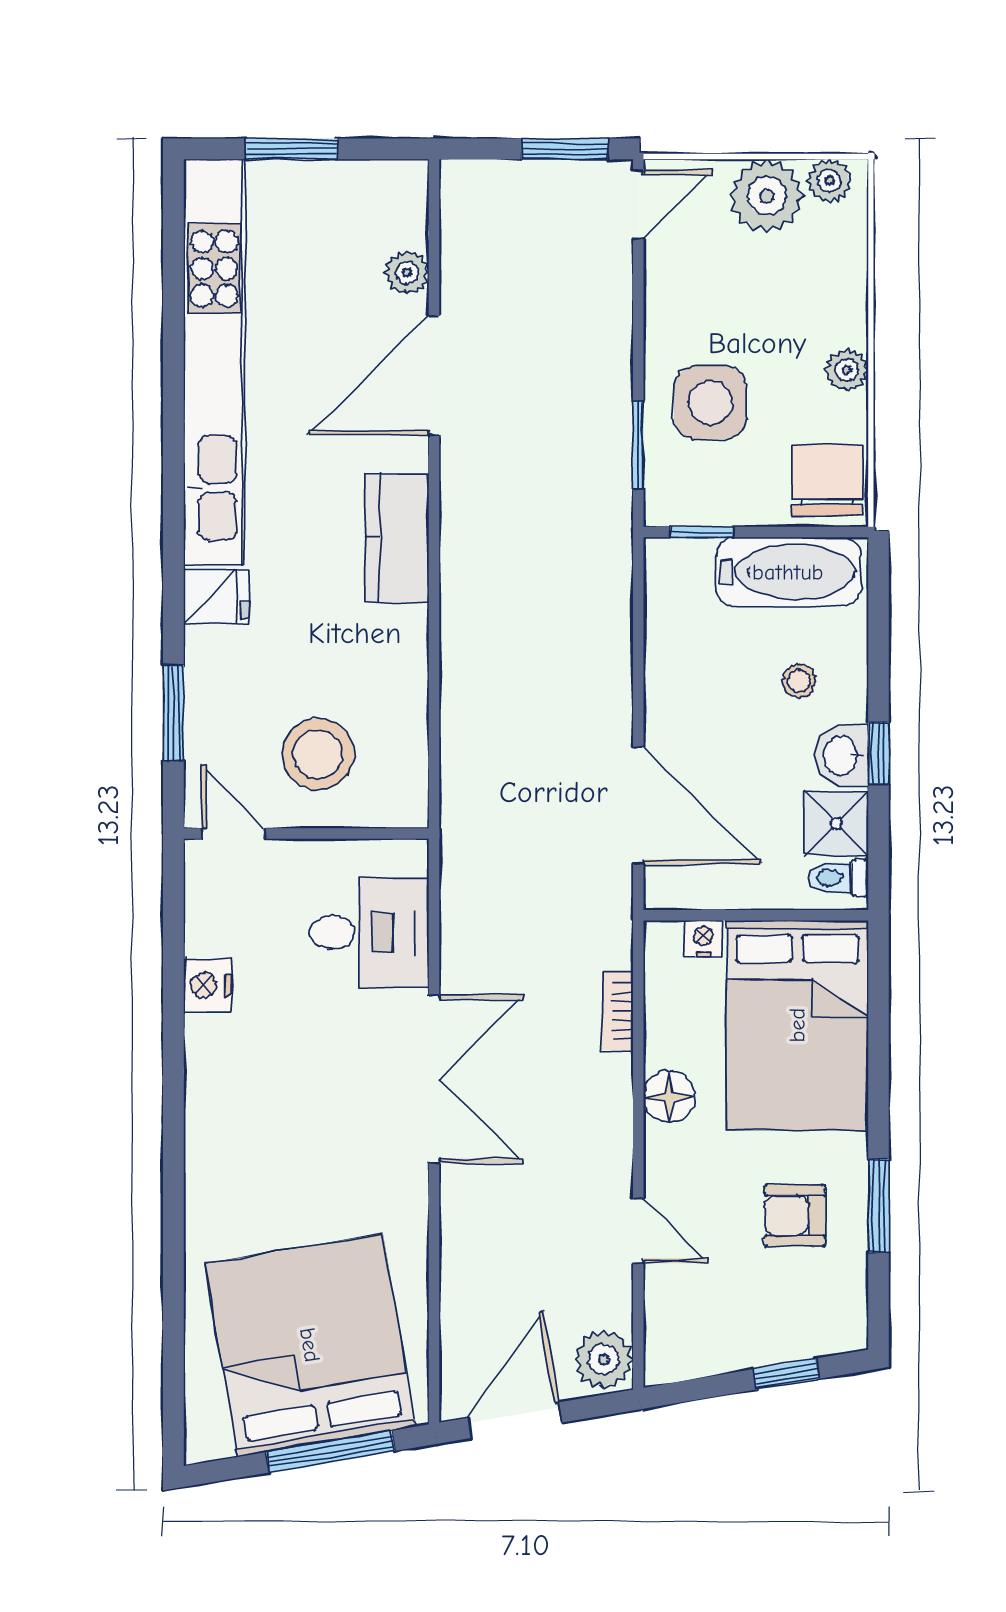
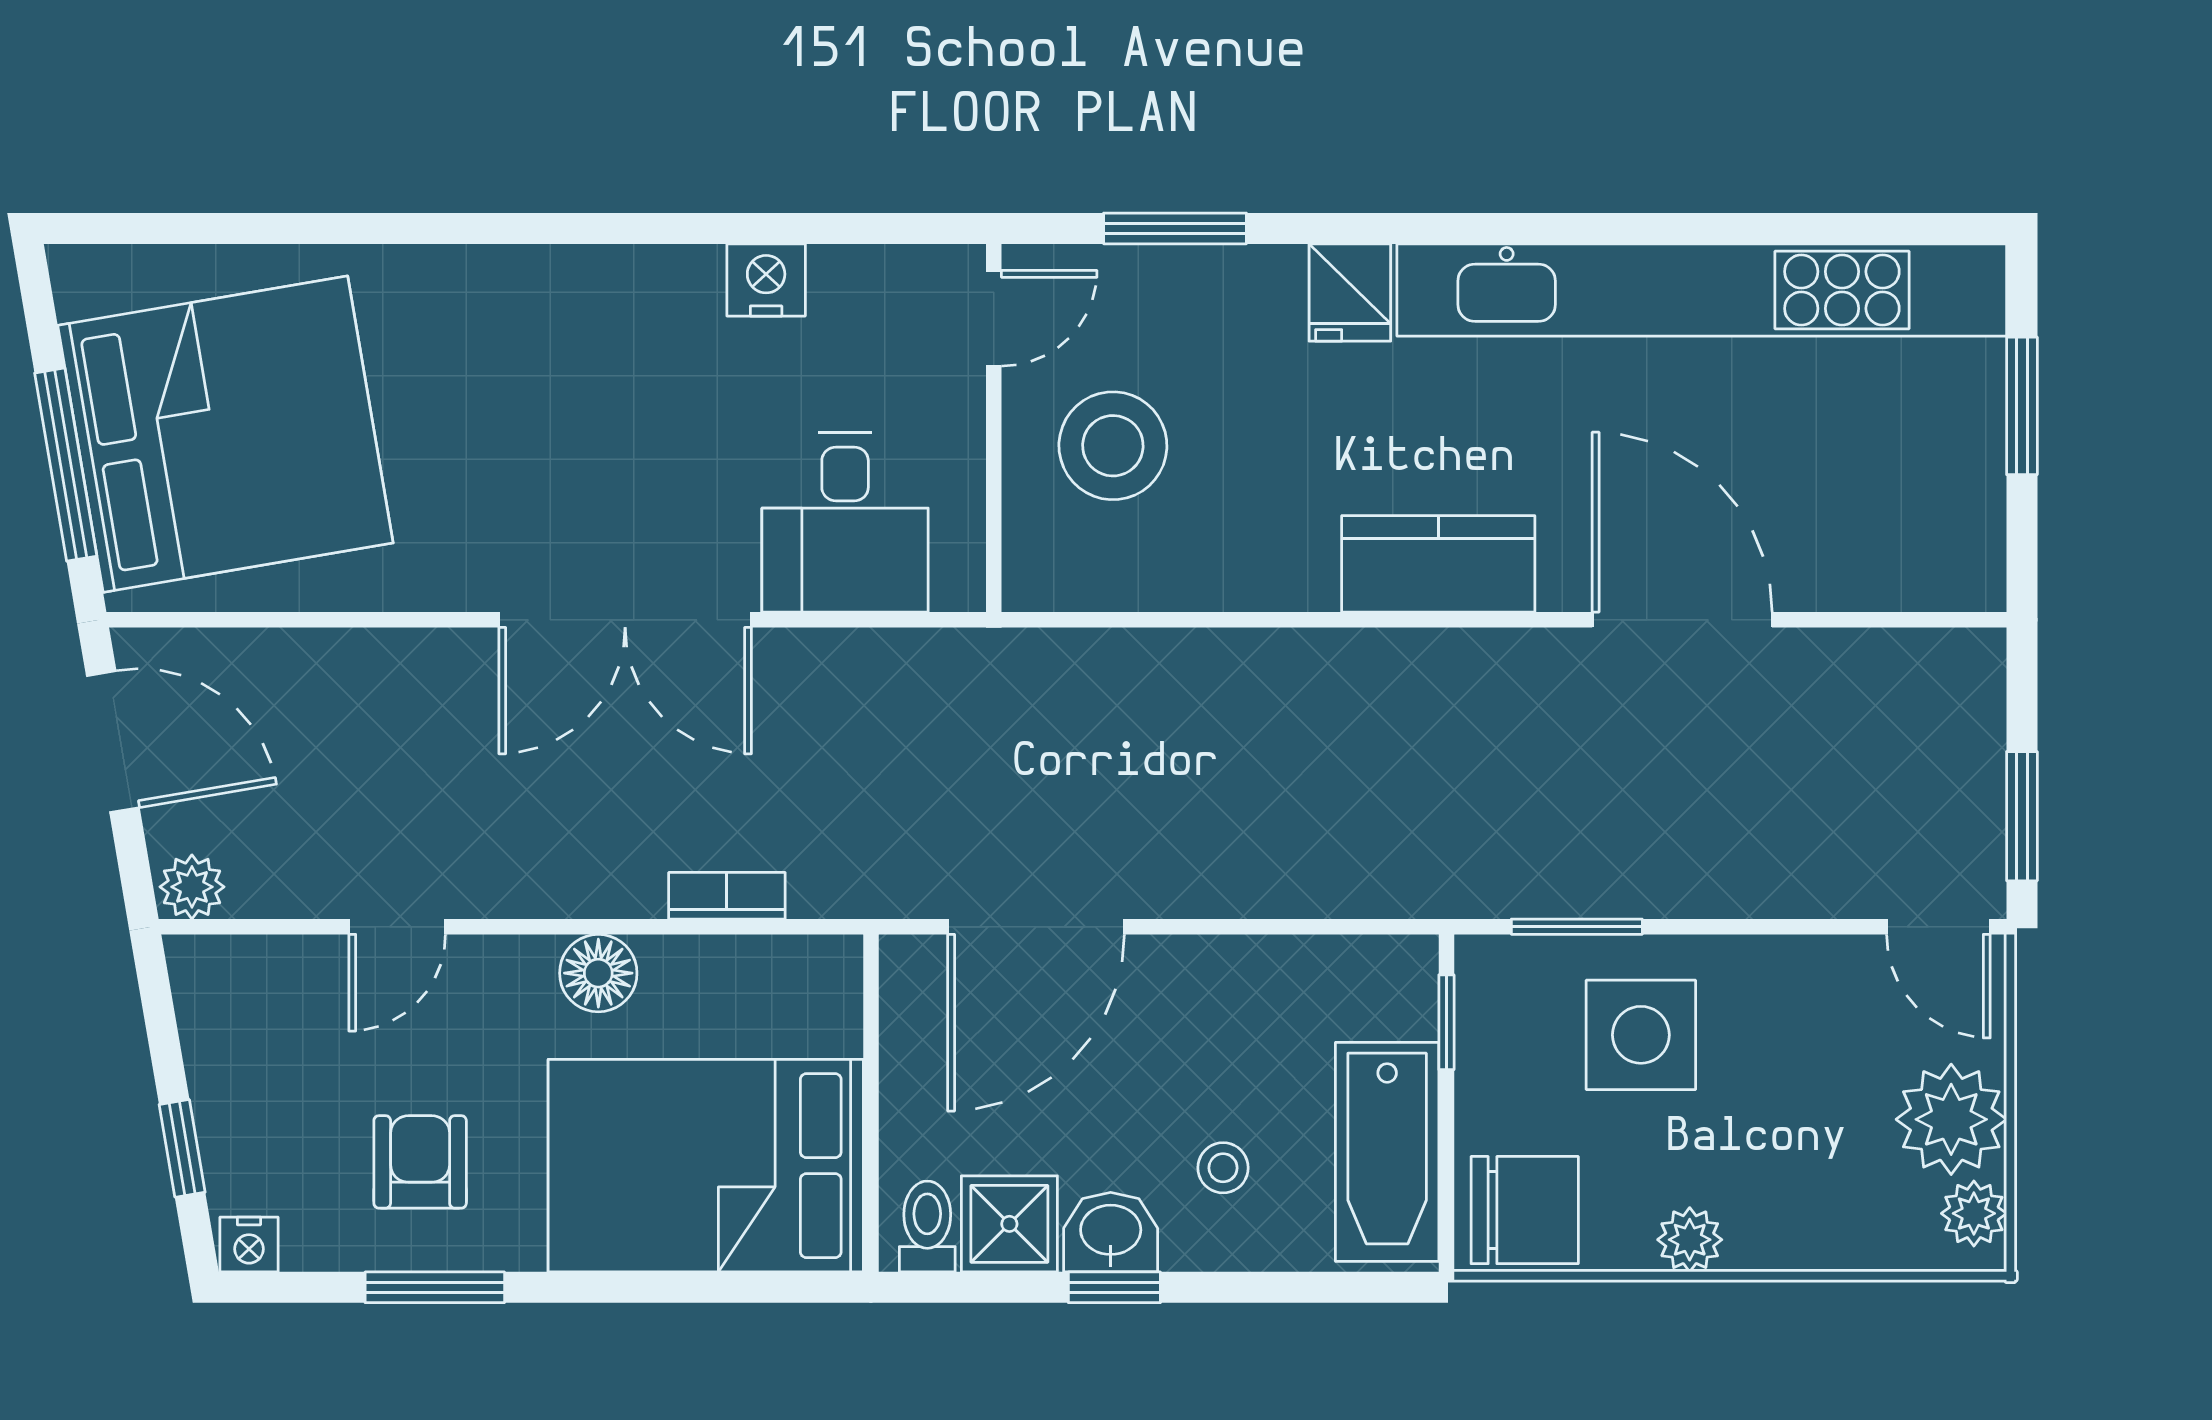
plant: (407, 273) -> (1836, 579), removed
nightstand: (703, 939) -> (249, 1245), moved, turned 90
plant: (604, 1359) -> (192, 887), width x0.73, depth x0.73

